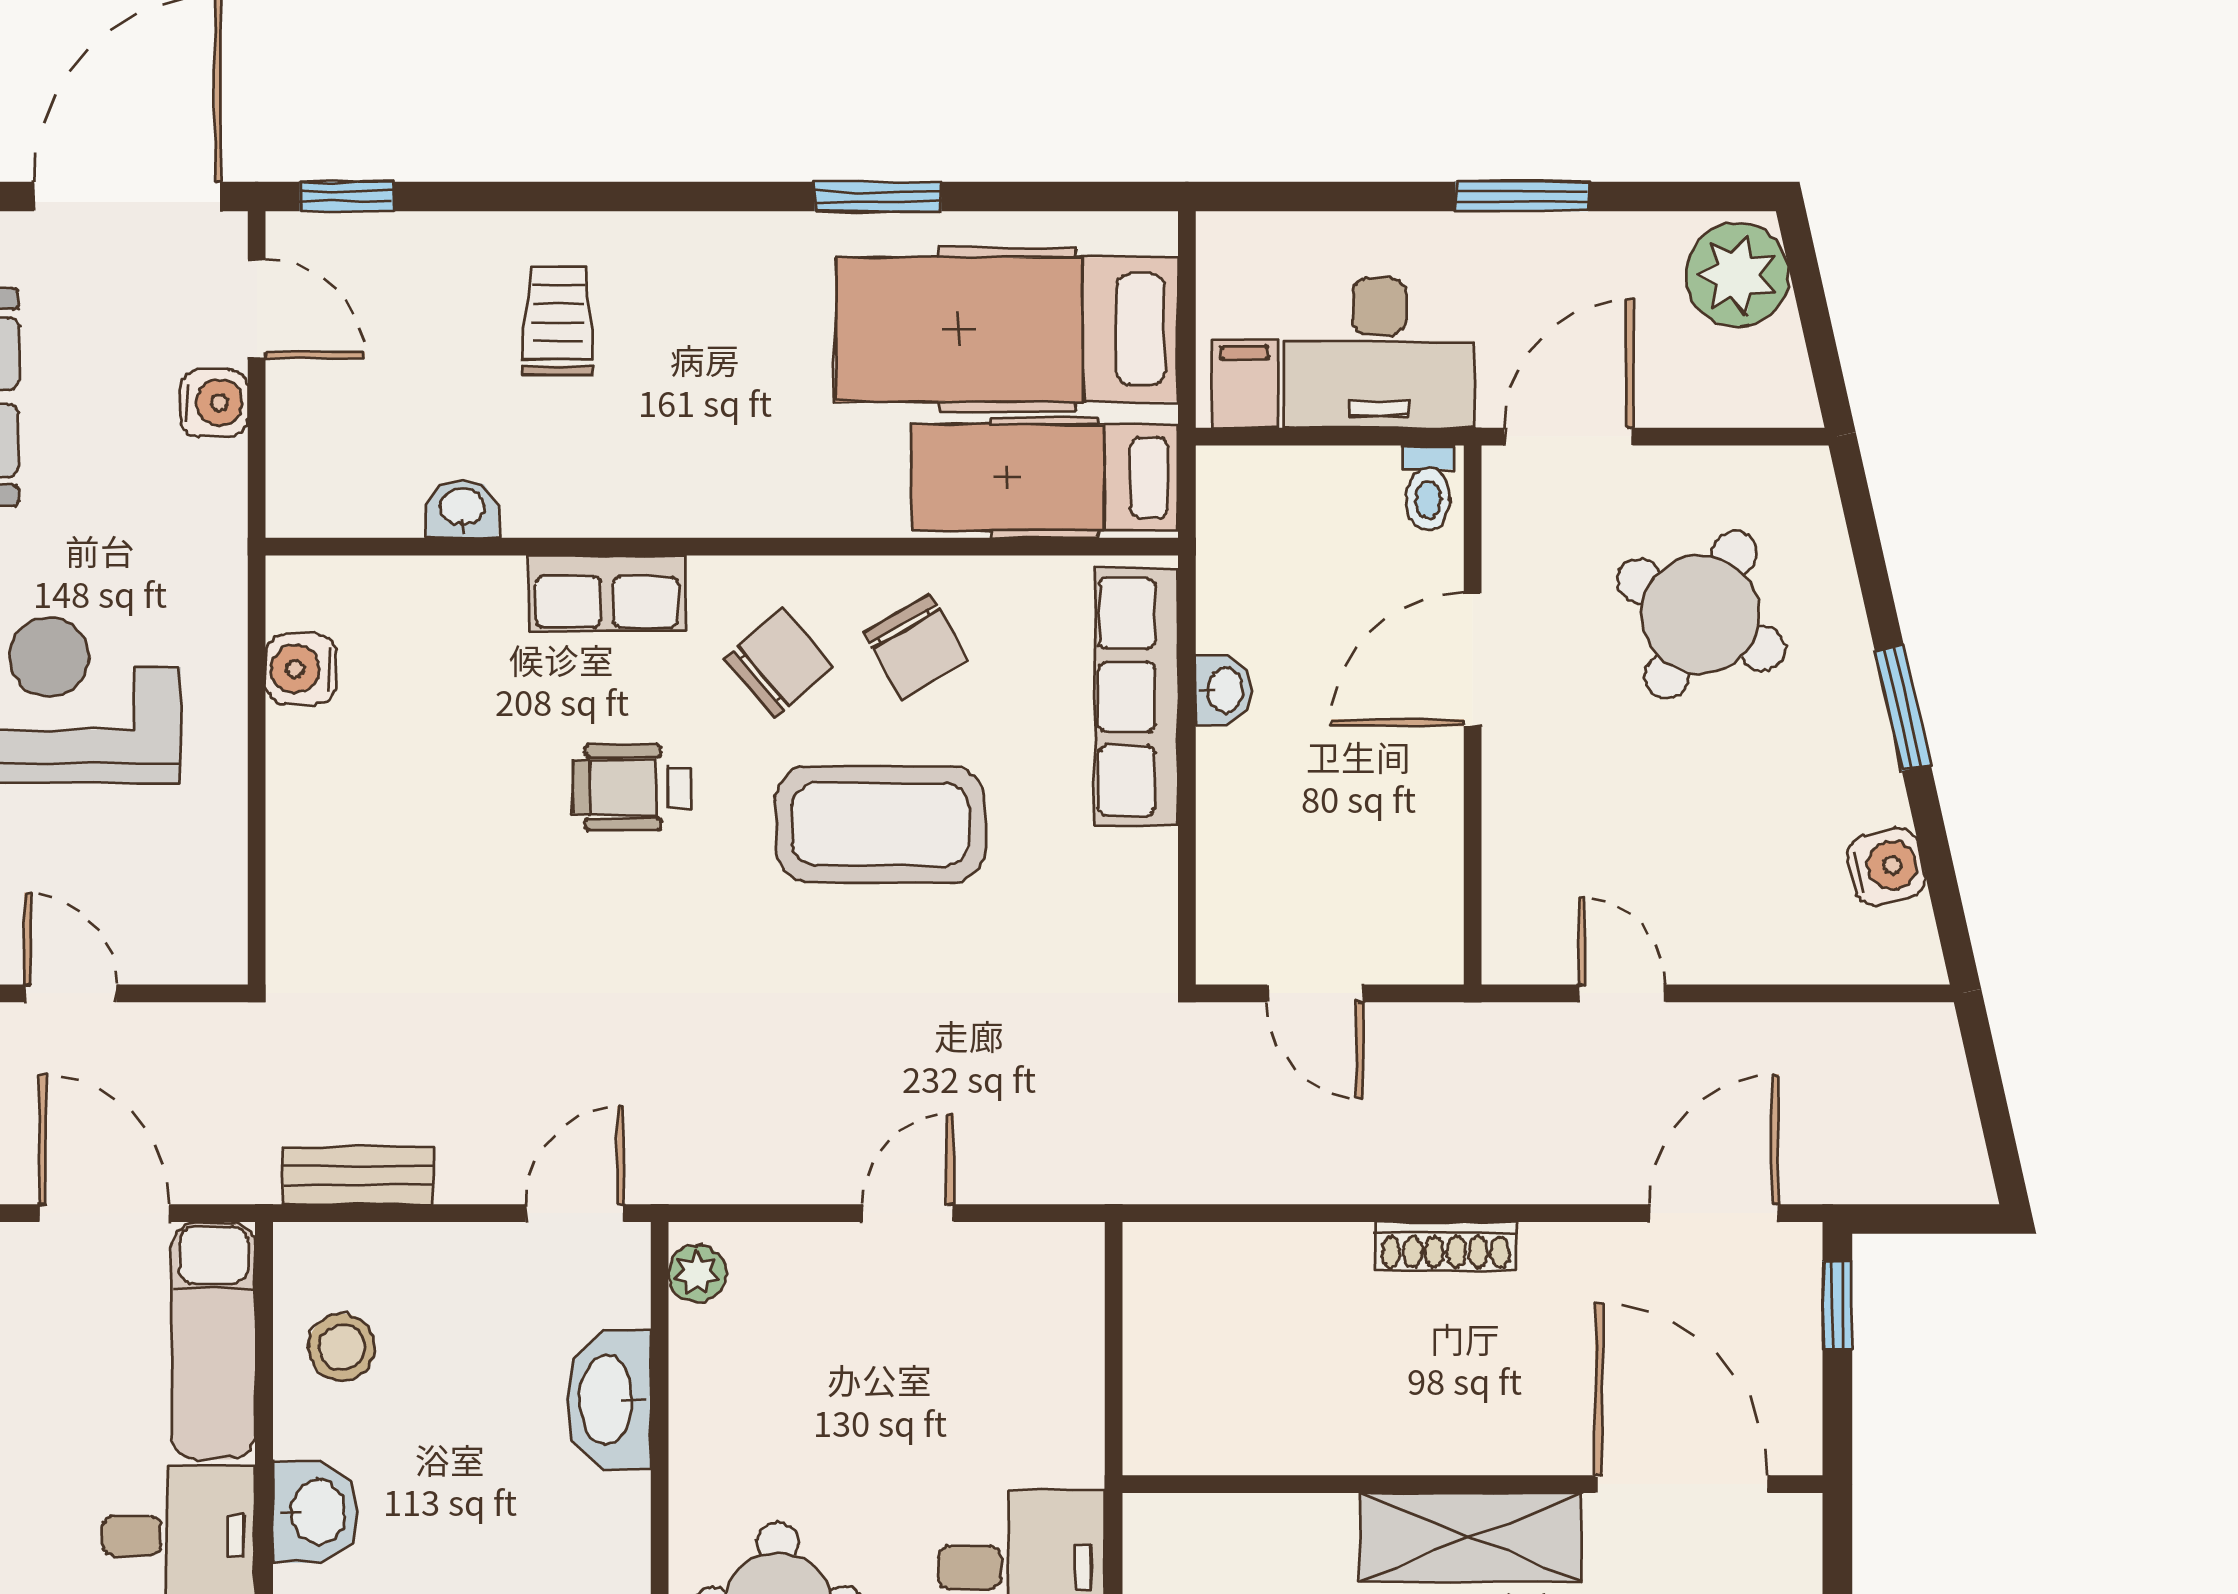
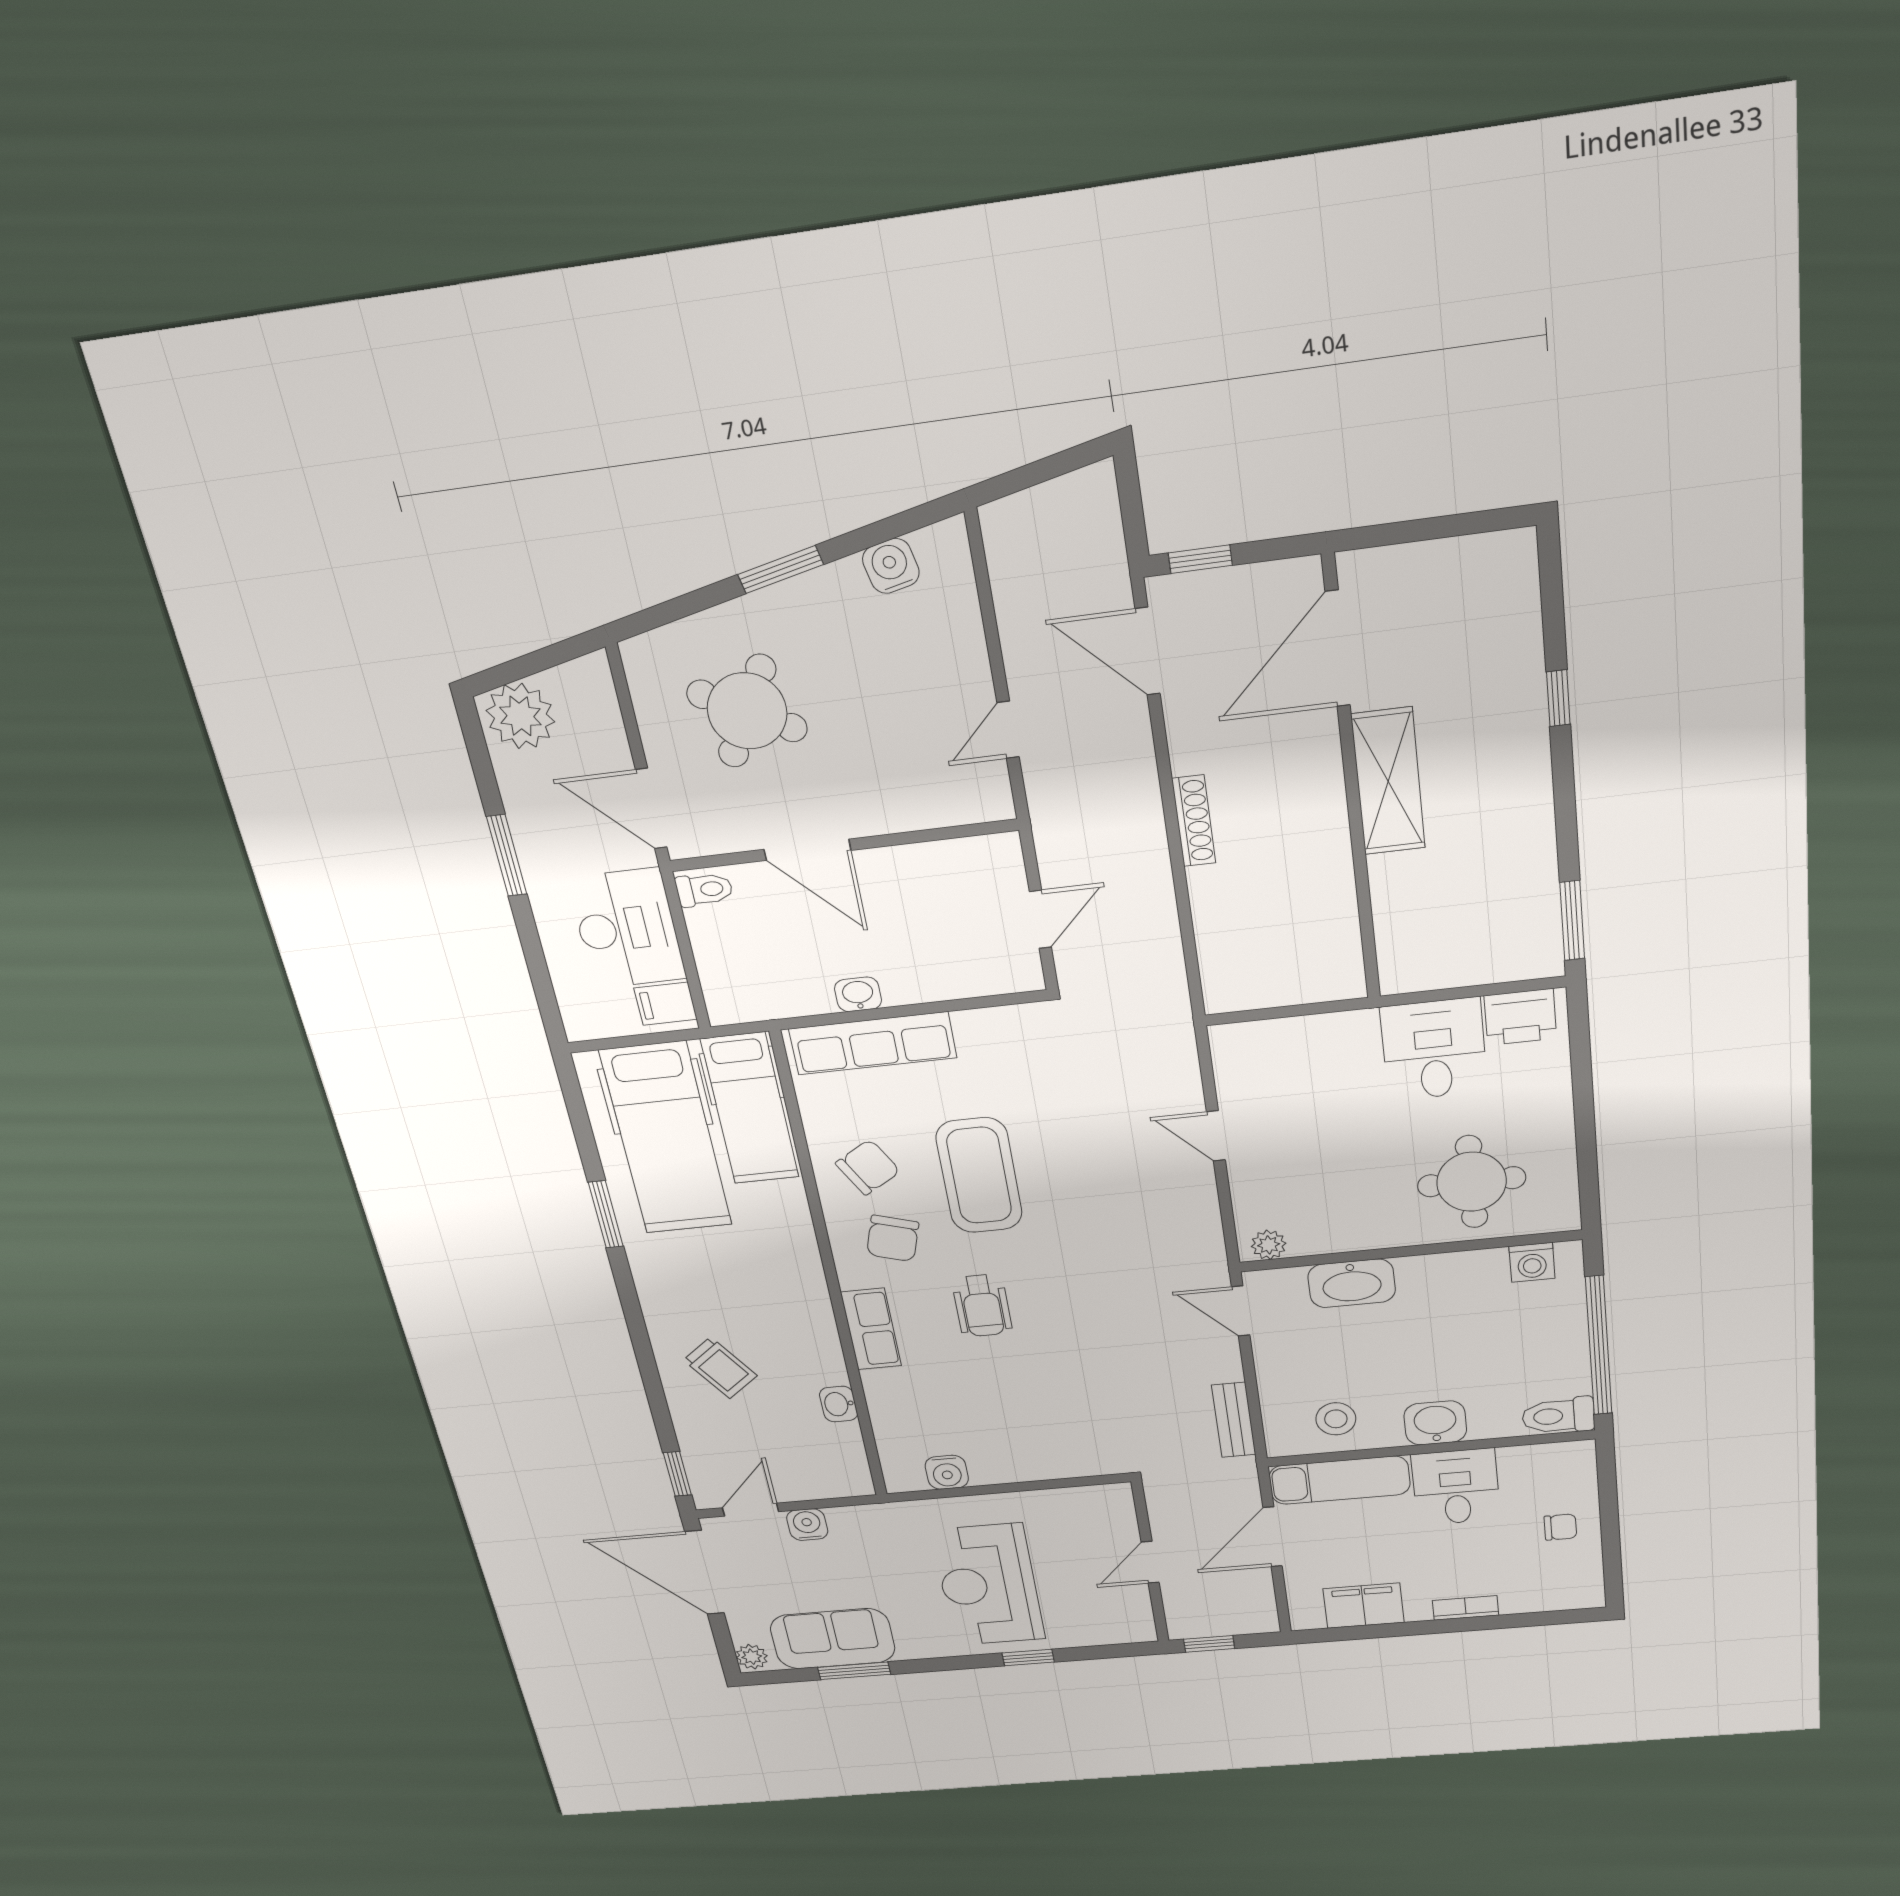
trolley: (558, 321) -> (720, 1368), turned -126
chair: (779, 662) -> (893, 1238), turned -122

